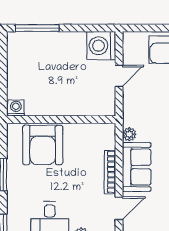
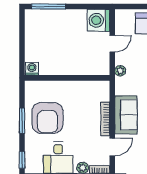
plant: (129, 134) -> (120, 71), moved
armchair: (43, 145) -> (47, 118), moved

